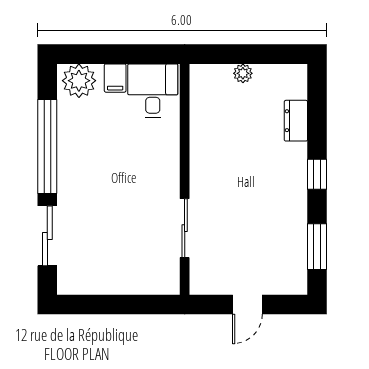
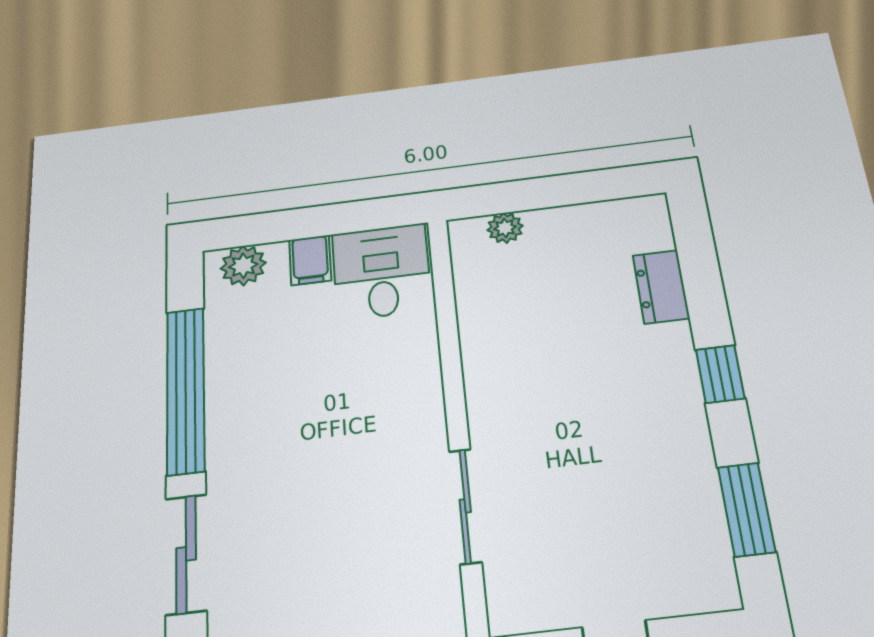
plant: (243, 73) -> (505, 228), moved
plant: (79, 81) -> (243, 266), width x0.73, depth x0.73

